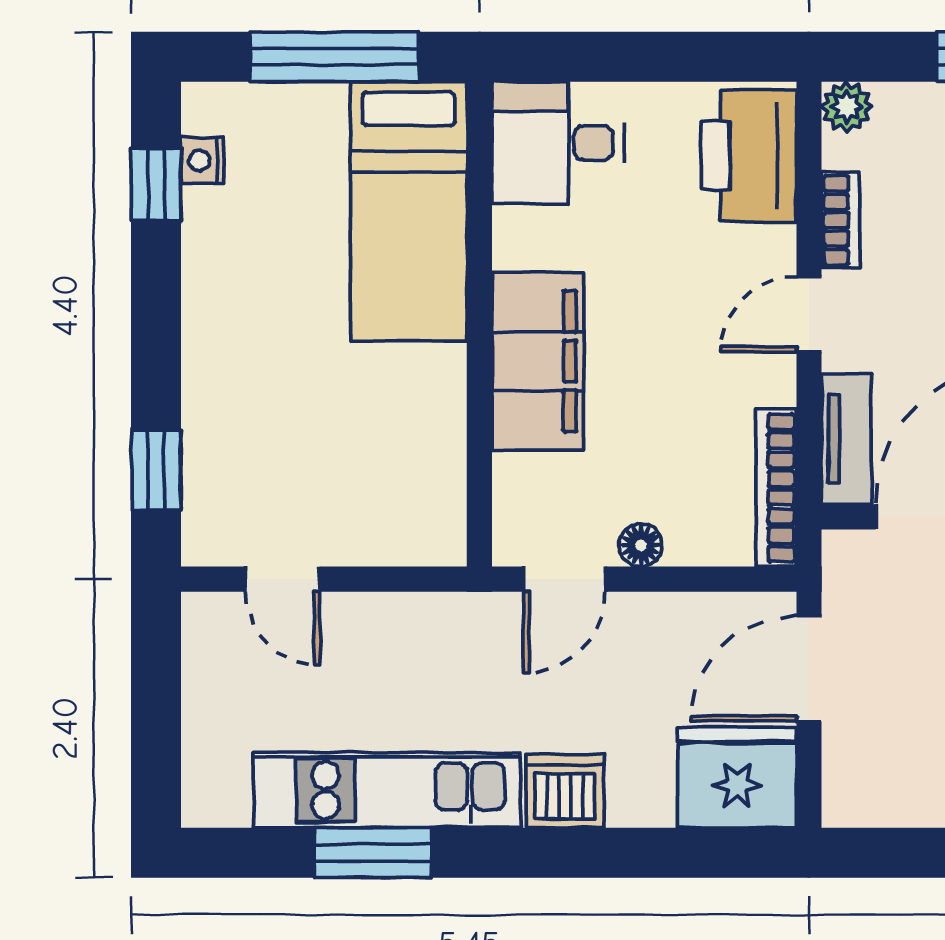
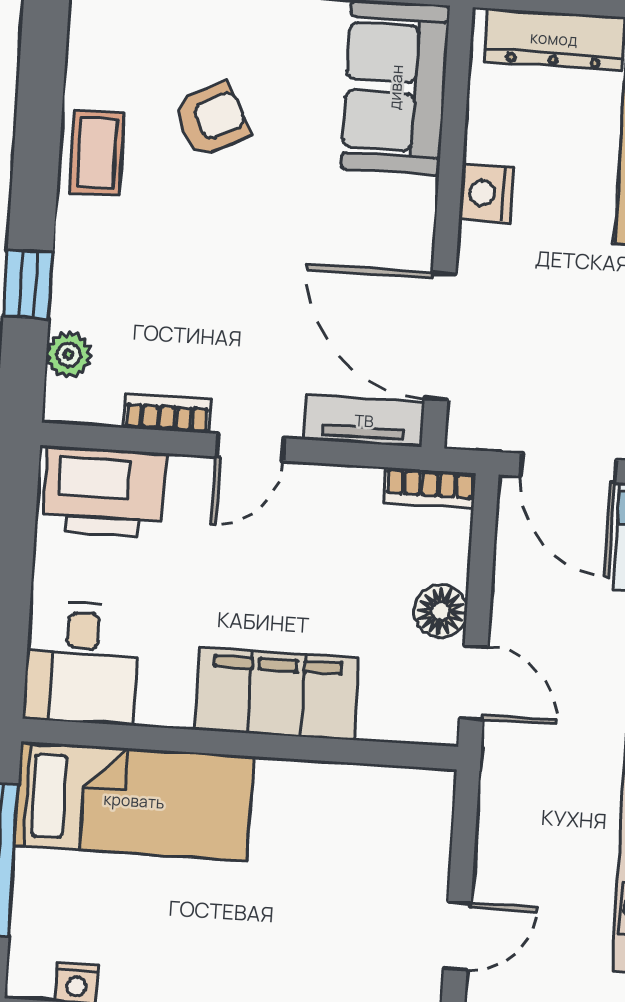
plant: (847, 107) -> (69, 354), moved
door: (809, 314) -> (250, 447), hinge flipped
bookcase: (776, 488) -> (430, 488), width x0.64
floor lamp: (641, 545) -> (441, 611), width x1.37, depth x1.37

